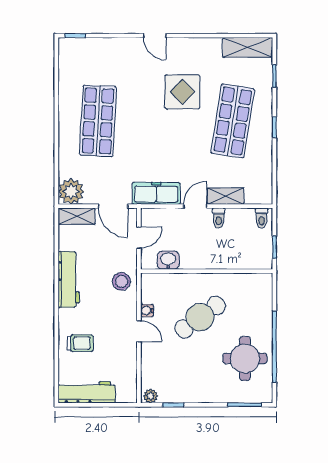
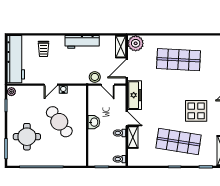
washbasin: (168, 260) -> (94, 122), moved
stool: (121, 281) -> (95, 77), moved
round table: (245, 358) -> (27, 137), moved
workbench: (87, 392) -> (16, 59), width x1.36, depth x1.32

